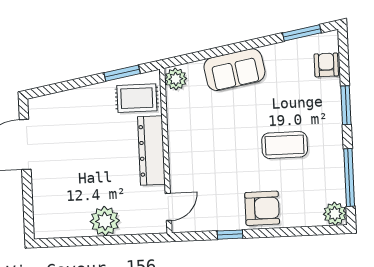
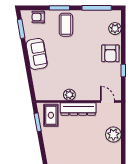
sofa: (234, 70) -> (37, 54), moved
plant: (176, 79) -> (69, 95), moved
coffee table: (285, 145) -> (66, 25), moved
armchair: (262, 208) -> (110, 53), turned 180
plant: (335, 214) -> (115, 29), moved

